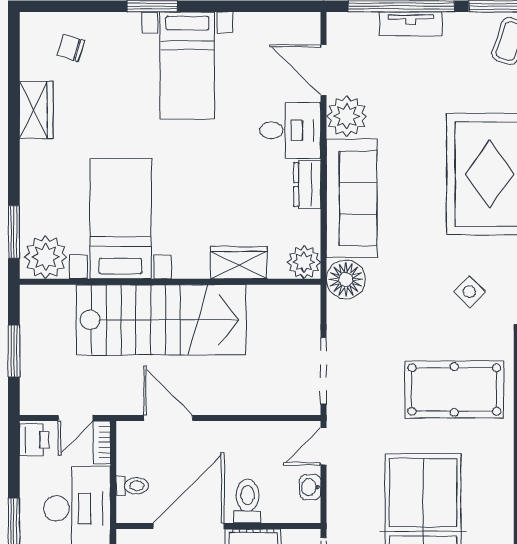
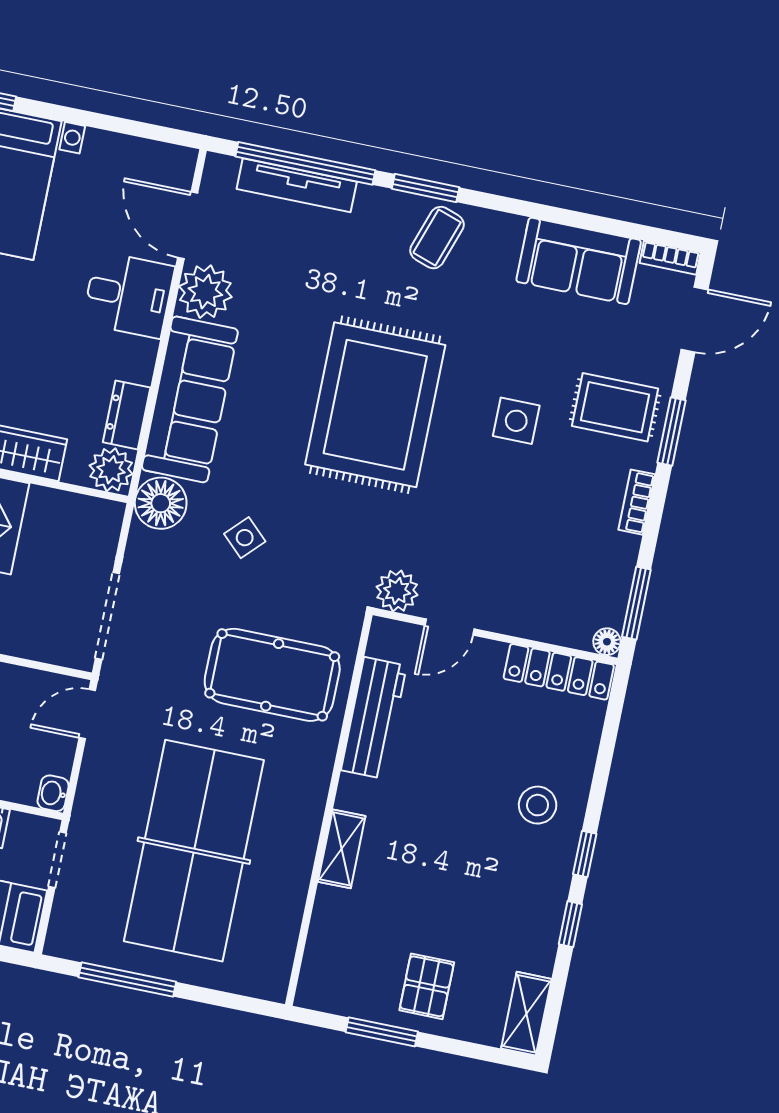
tv unit: (411, 24) -> (297, 185), width x1.41
dresser: (307, 185) -> (127, 415), moved
side table: (469, 292) -> (245, 538), moved
washbasin: (310, 487) -> (53, 793), moved

